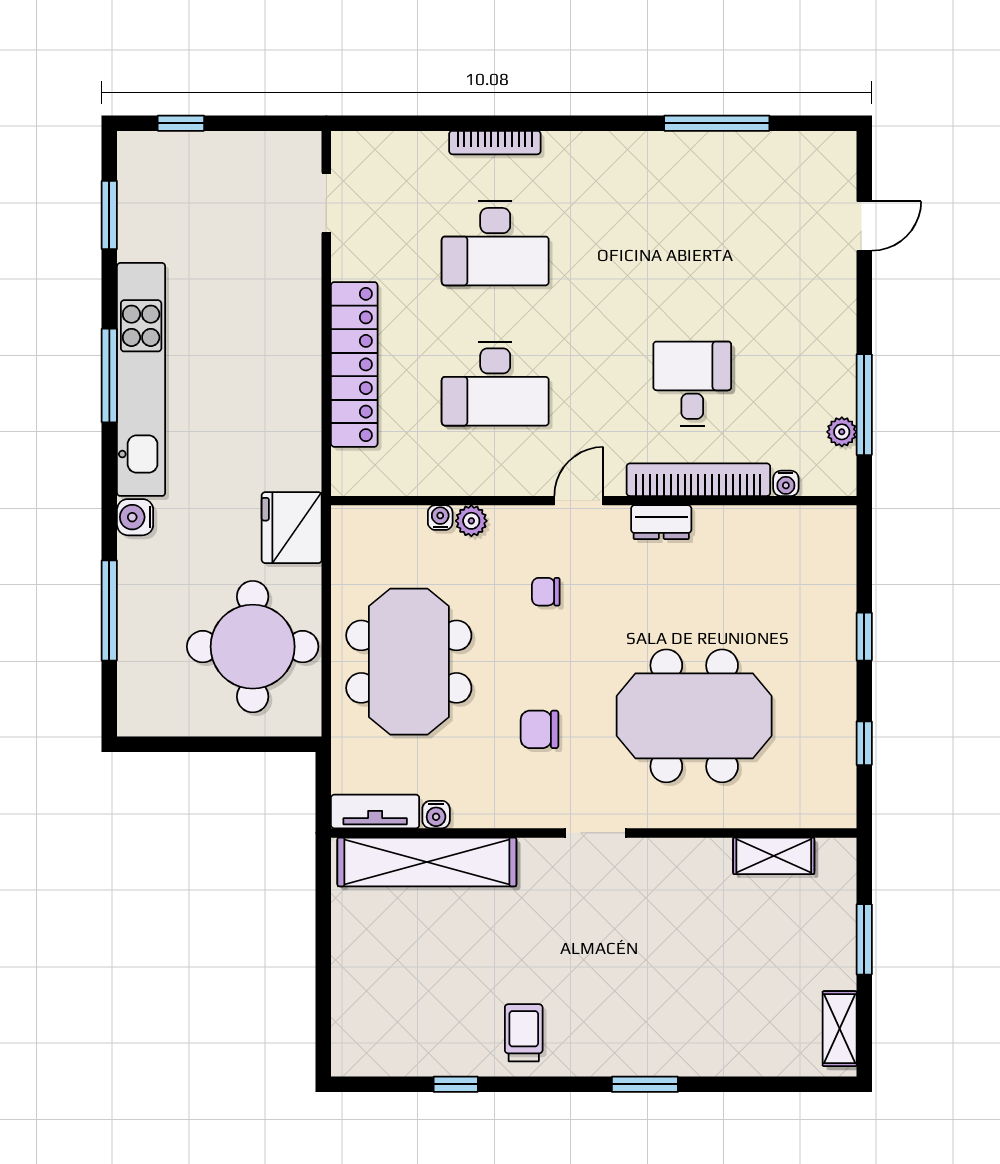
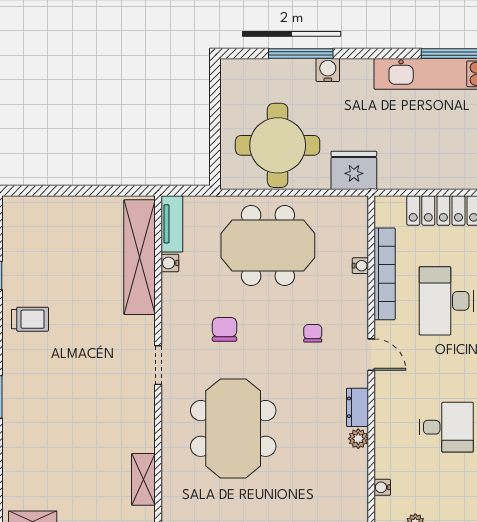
bookcase: (698, 480) -> (385, 274), moved
water cooler: (135, 517) -> (328, 70), moved
plant: (471, 521) -> (358, 439), moved

